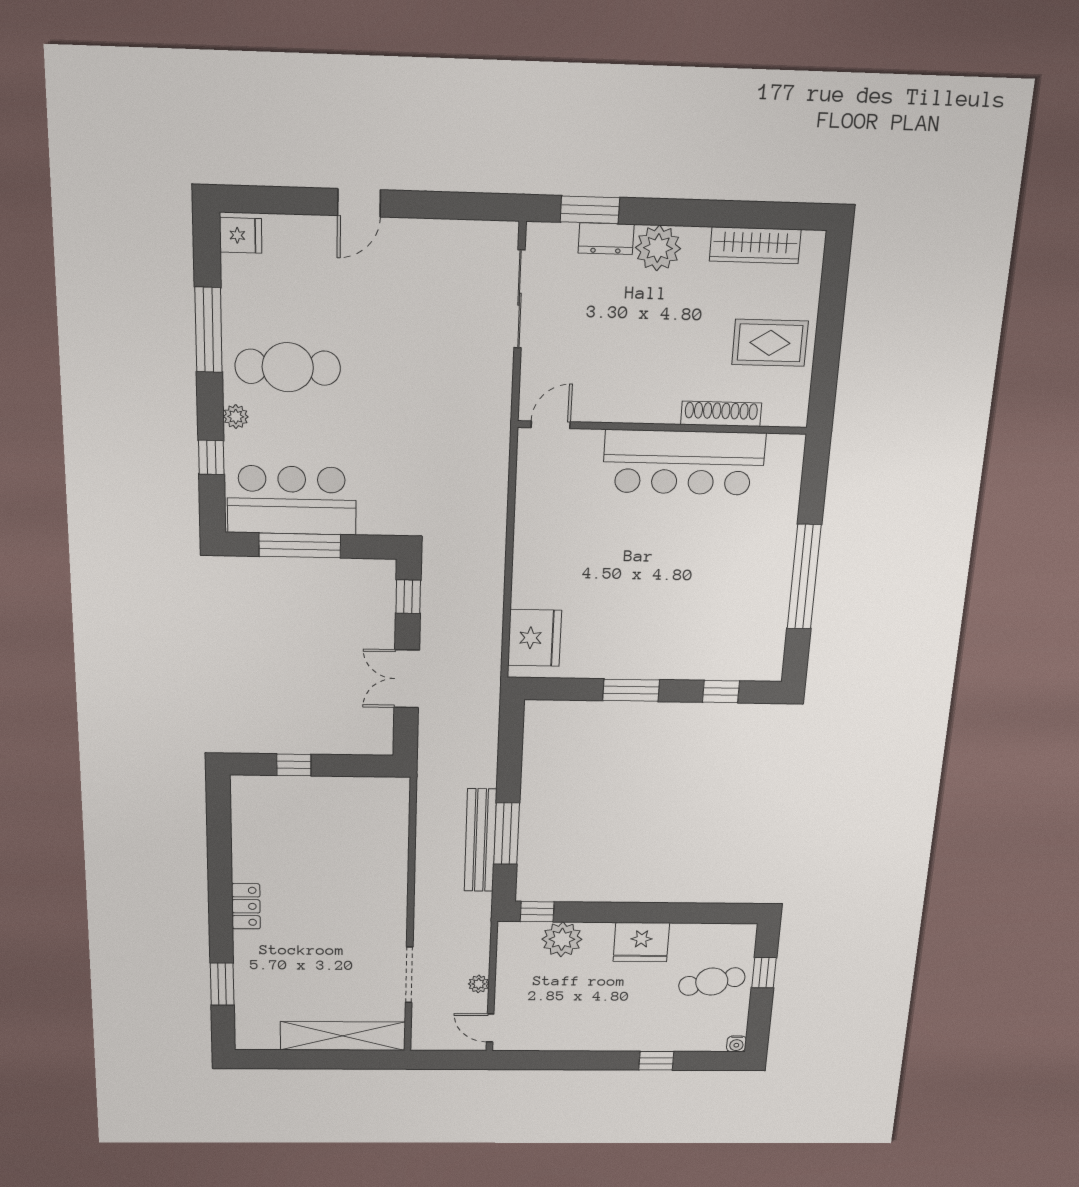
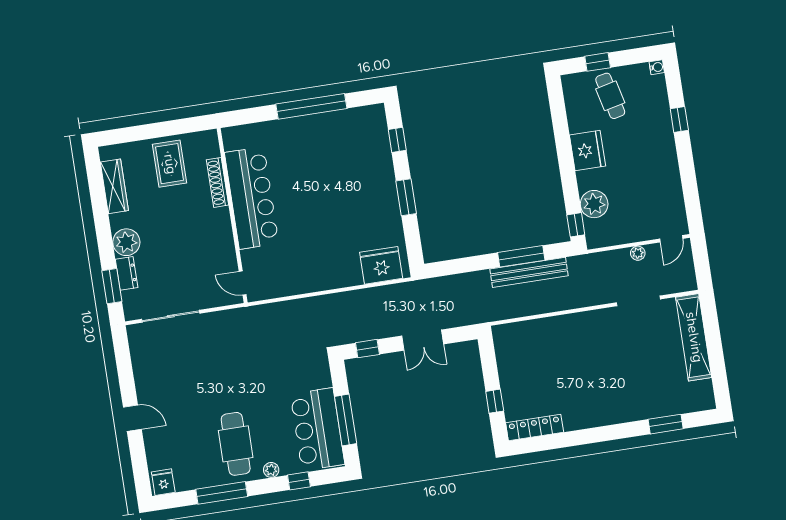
locker: (246, 906) -> (535, 427), moved, width x1.53

